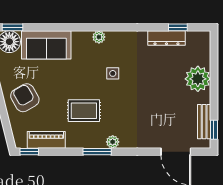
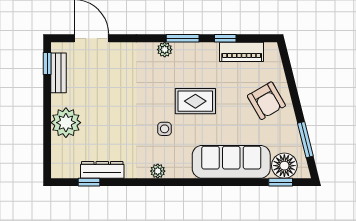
plant: (99, 37) -> (158, 171), moved
sofa: (46, 45) -> (231, 162), width x1.36
rug: (84, 111) -> (195, 101), moved
window: (29, 152) -> (225, 38), moved

